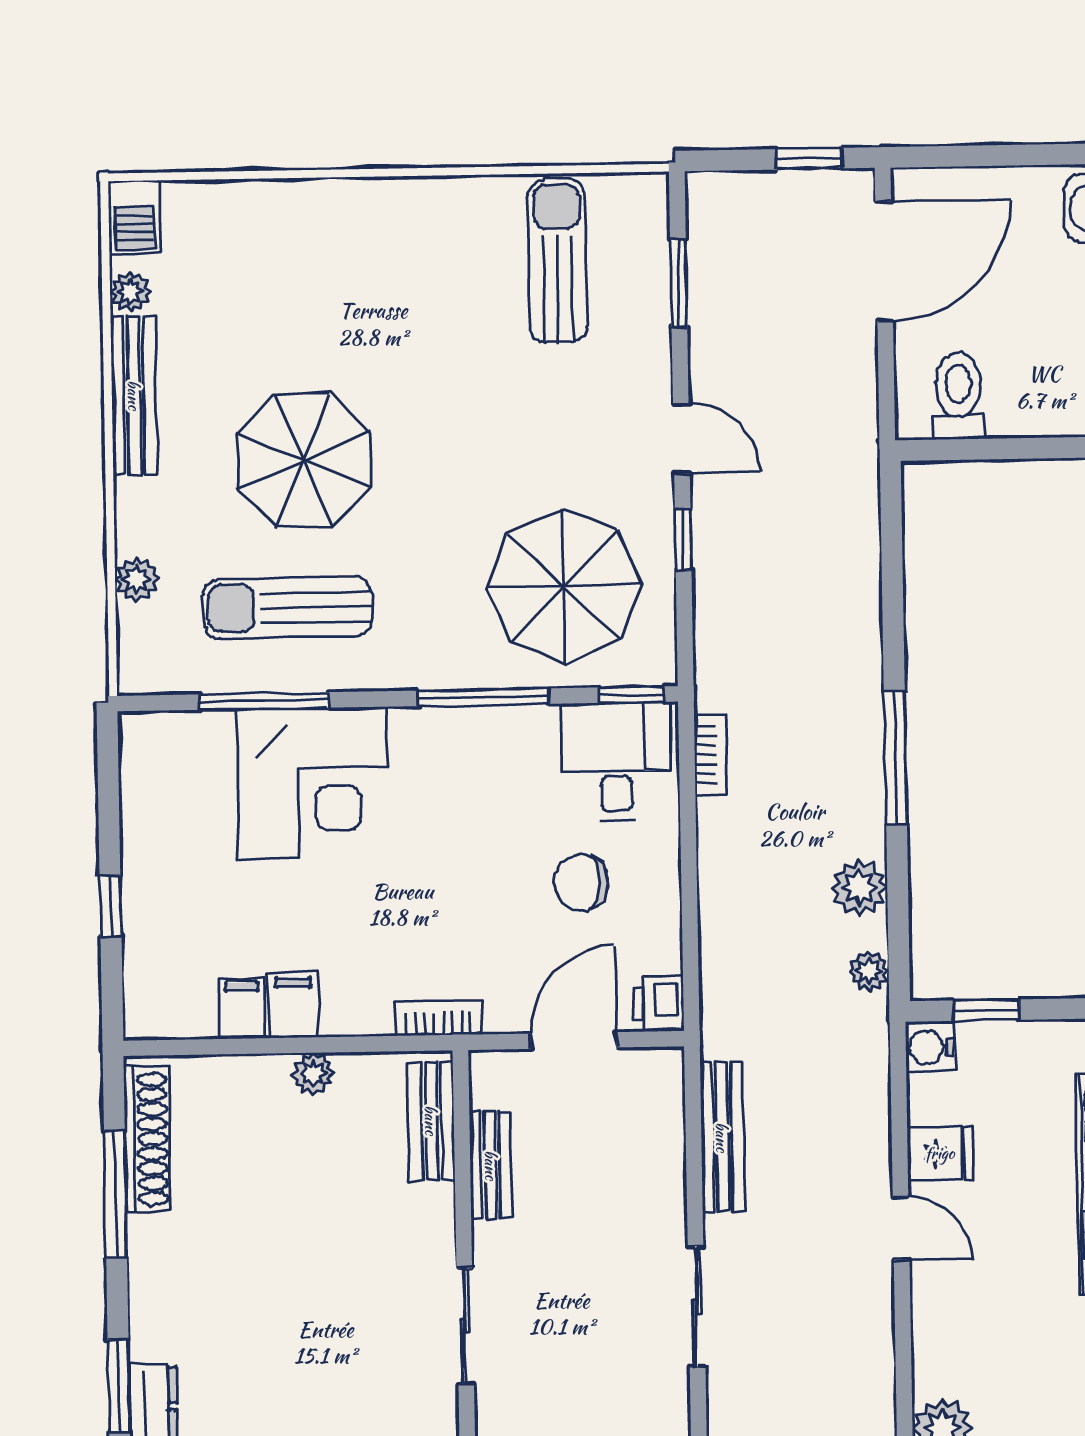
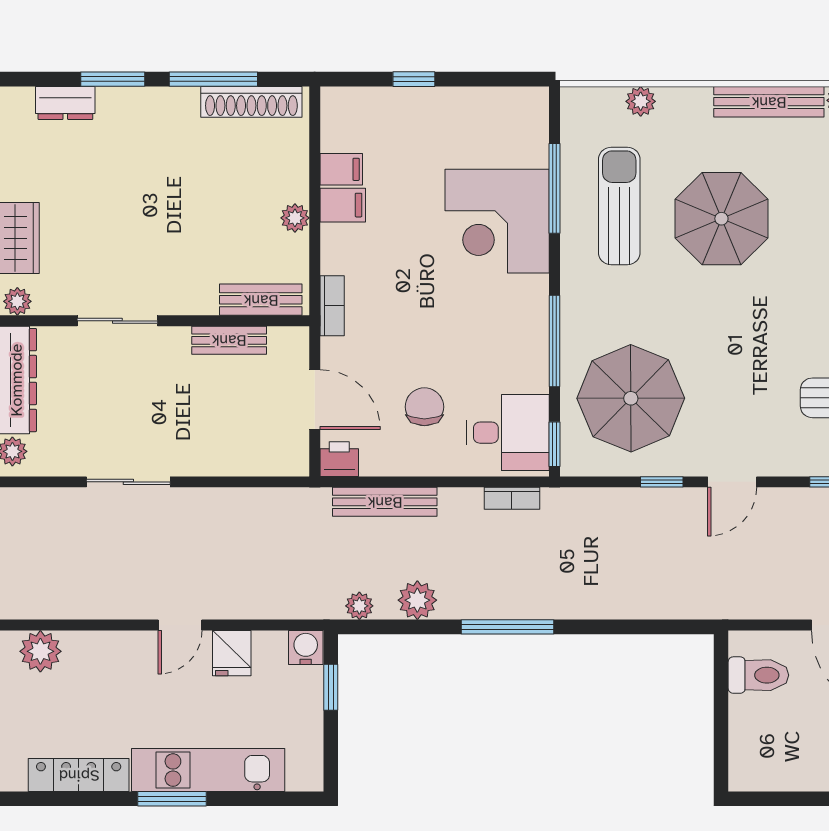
bench: (722, 1137) -> (385, 502), moved
window: (119, 1385) -> (113, 79), moved

